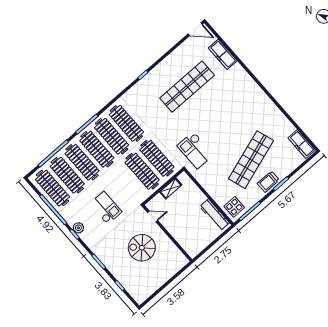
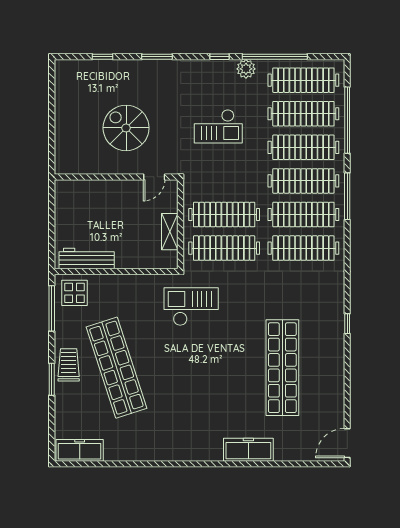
freezer: (223, 54) -> (248, 450), moved
plant: (78, 228) -> (246, 69), moved
spiral stairs: (142, 248) -> (126, 128), turned -90

